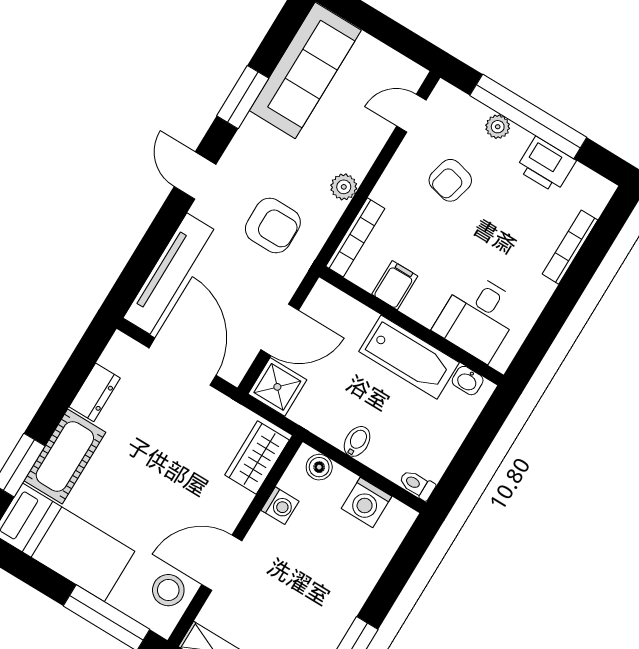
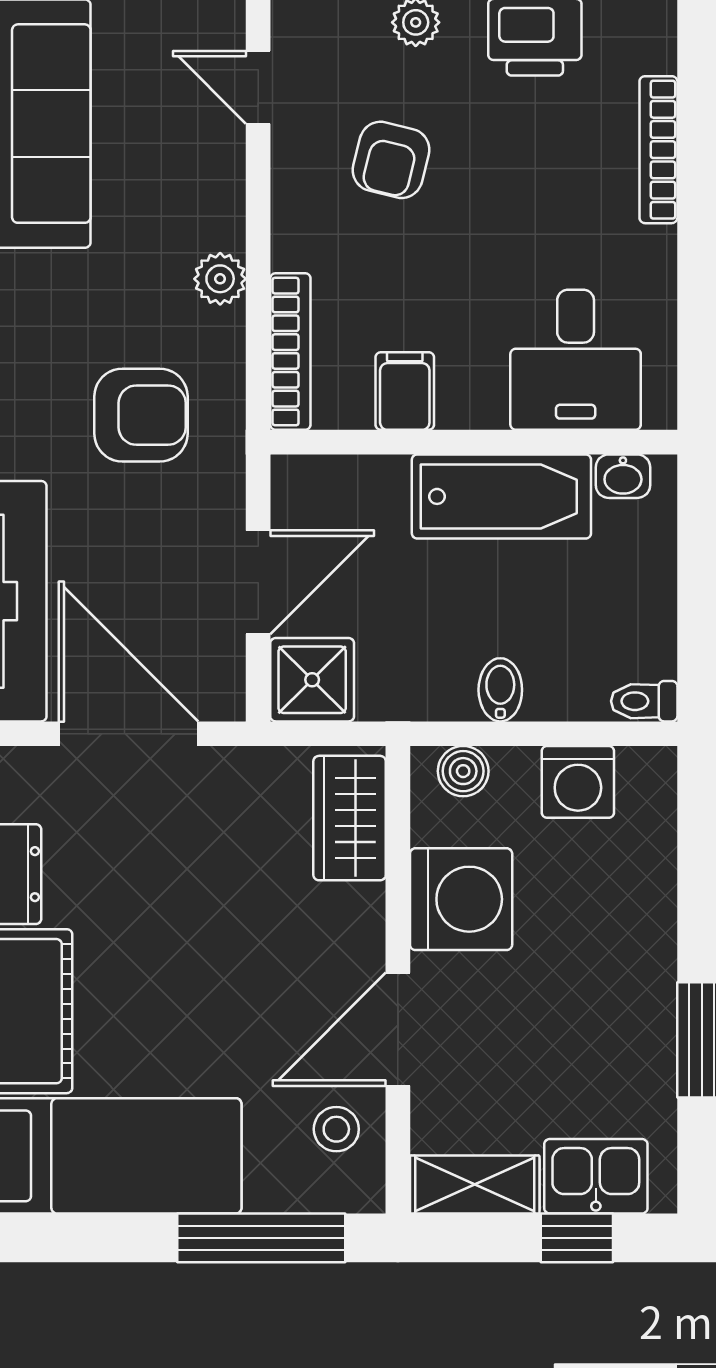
door: (411, 113) -> (258, 87), hinge flipped
washing machine: (280, 506) -> (461, 899), width x1.89, depth x1.89
stool: (168, 590) -> (336, 1129), width x0.73, depth x0.73

